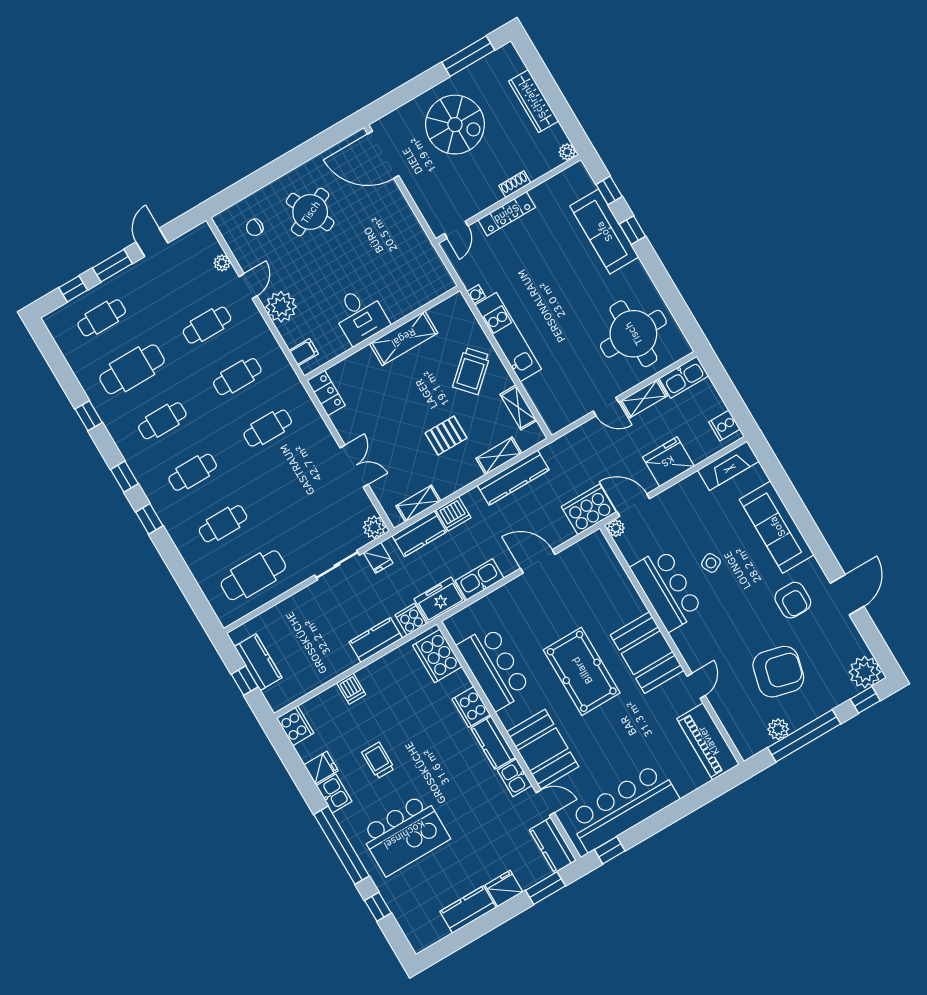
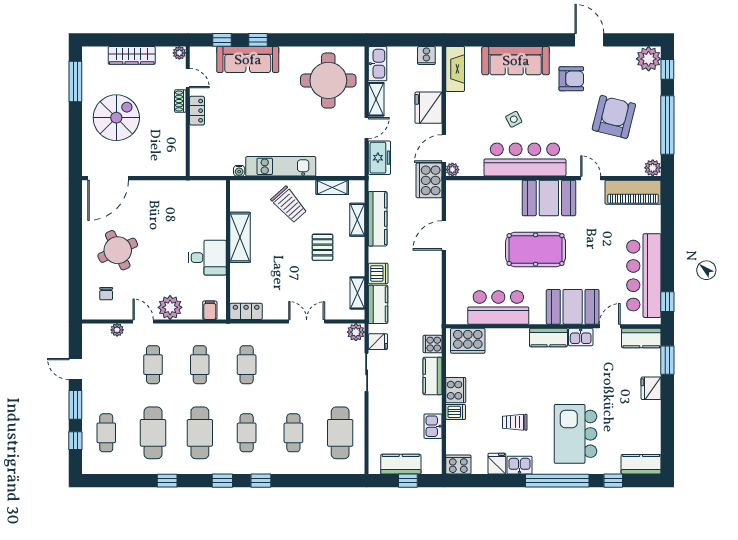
locker: (507, 214) -> (197, 111), width x0.66
door: (456, 230) -> (188, 78), moved
cafe table: (162, 421) -> (200, 433), width x1.37, depth x1.35
kitchen sink: (480, 579) -> (433, 426), moved, width x0.73
bar counter: (667, 589) -> (525, 160), width x1.36
freezer: (440, 600) -> (379, 158), moved, turned 180
cooker: (471, 707) -> (456, 390), moved, turned -90
plant: (778, 729) -> (653, 168), moved
kitchen island: (405, 835) -> (576, 434), turned 180
kitchen counter: (468, 910) -> (641, 464), moved, turned 90

